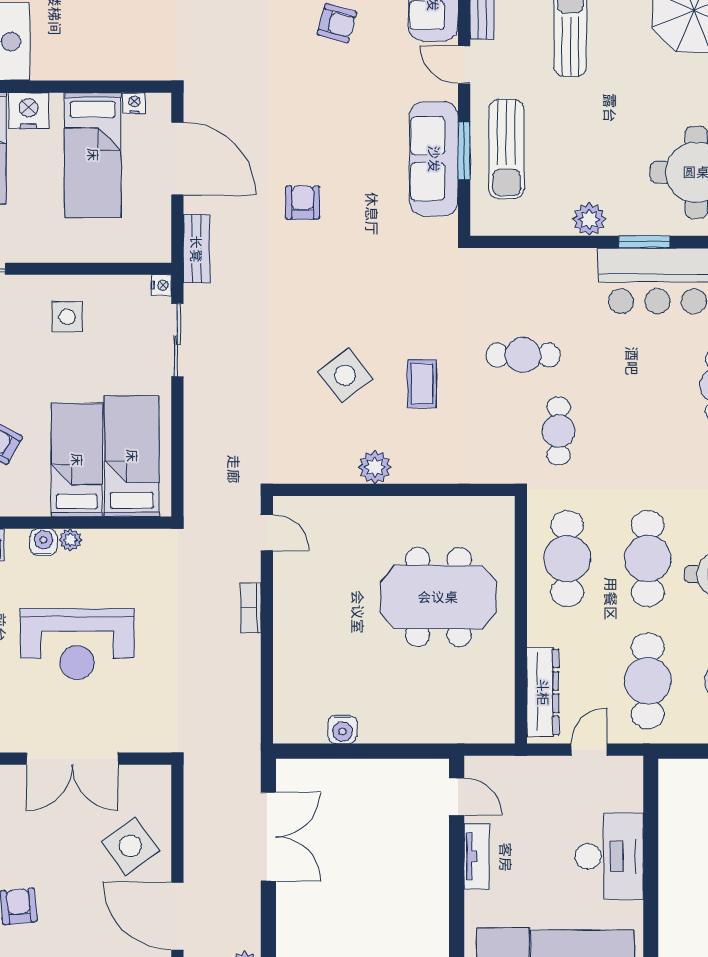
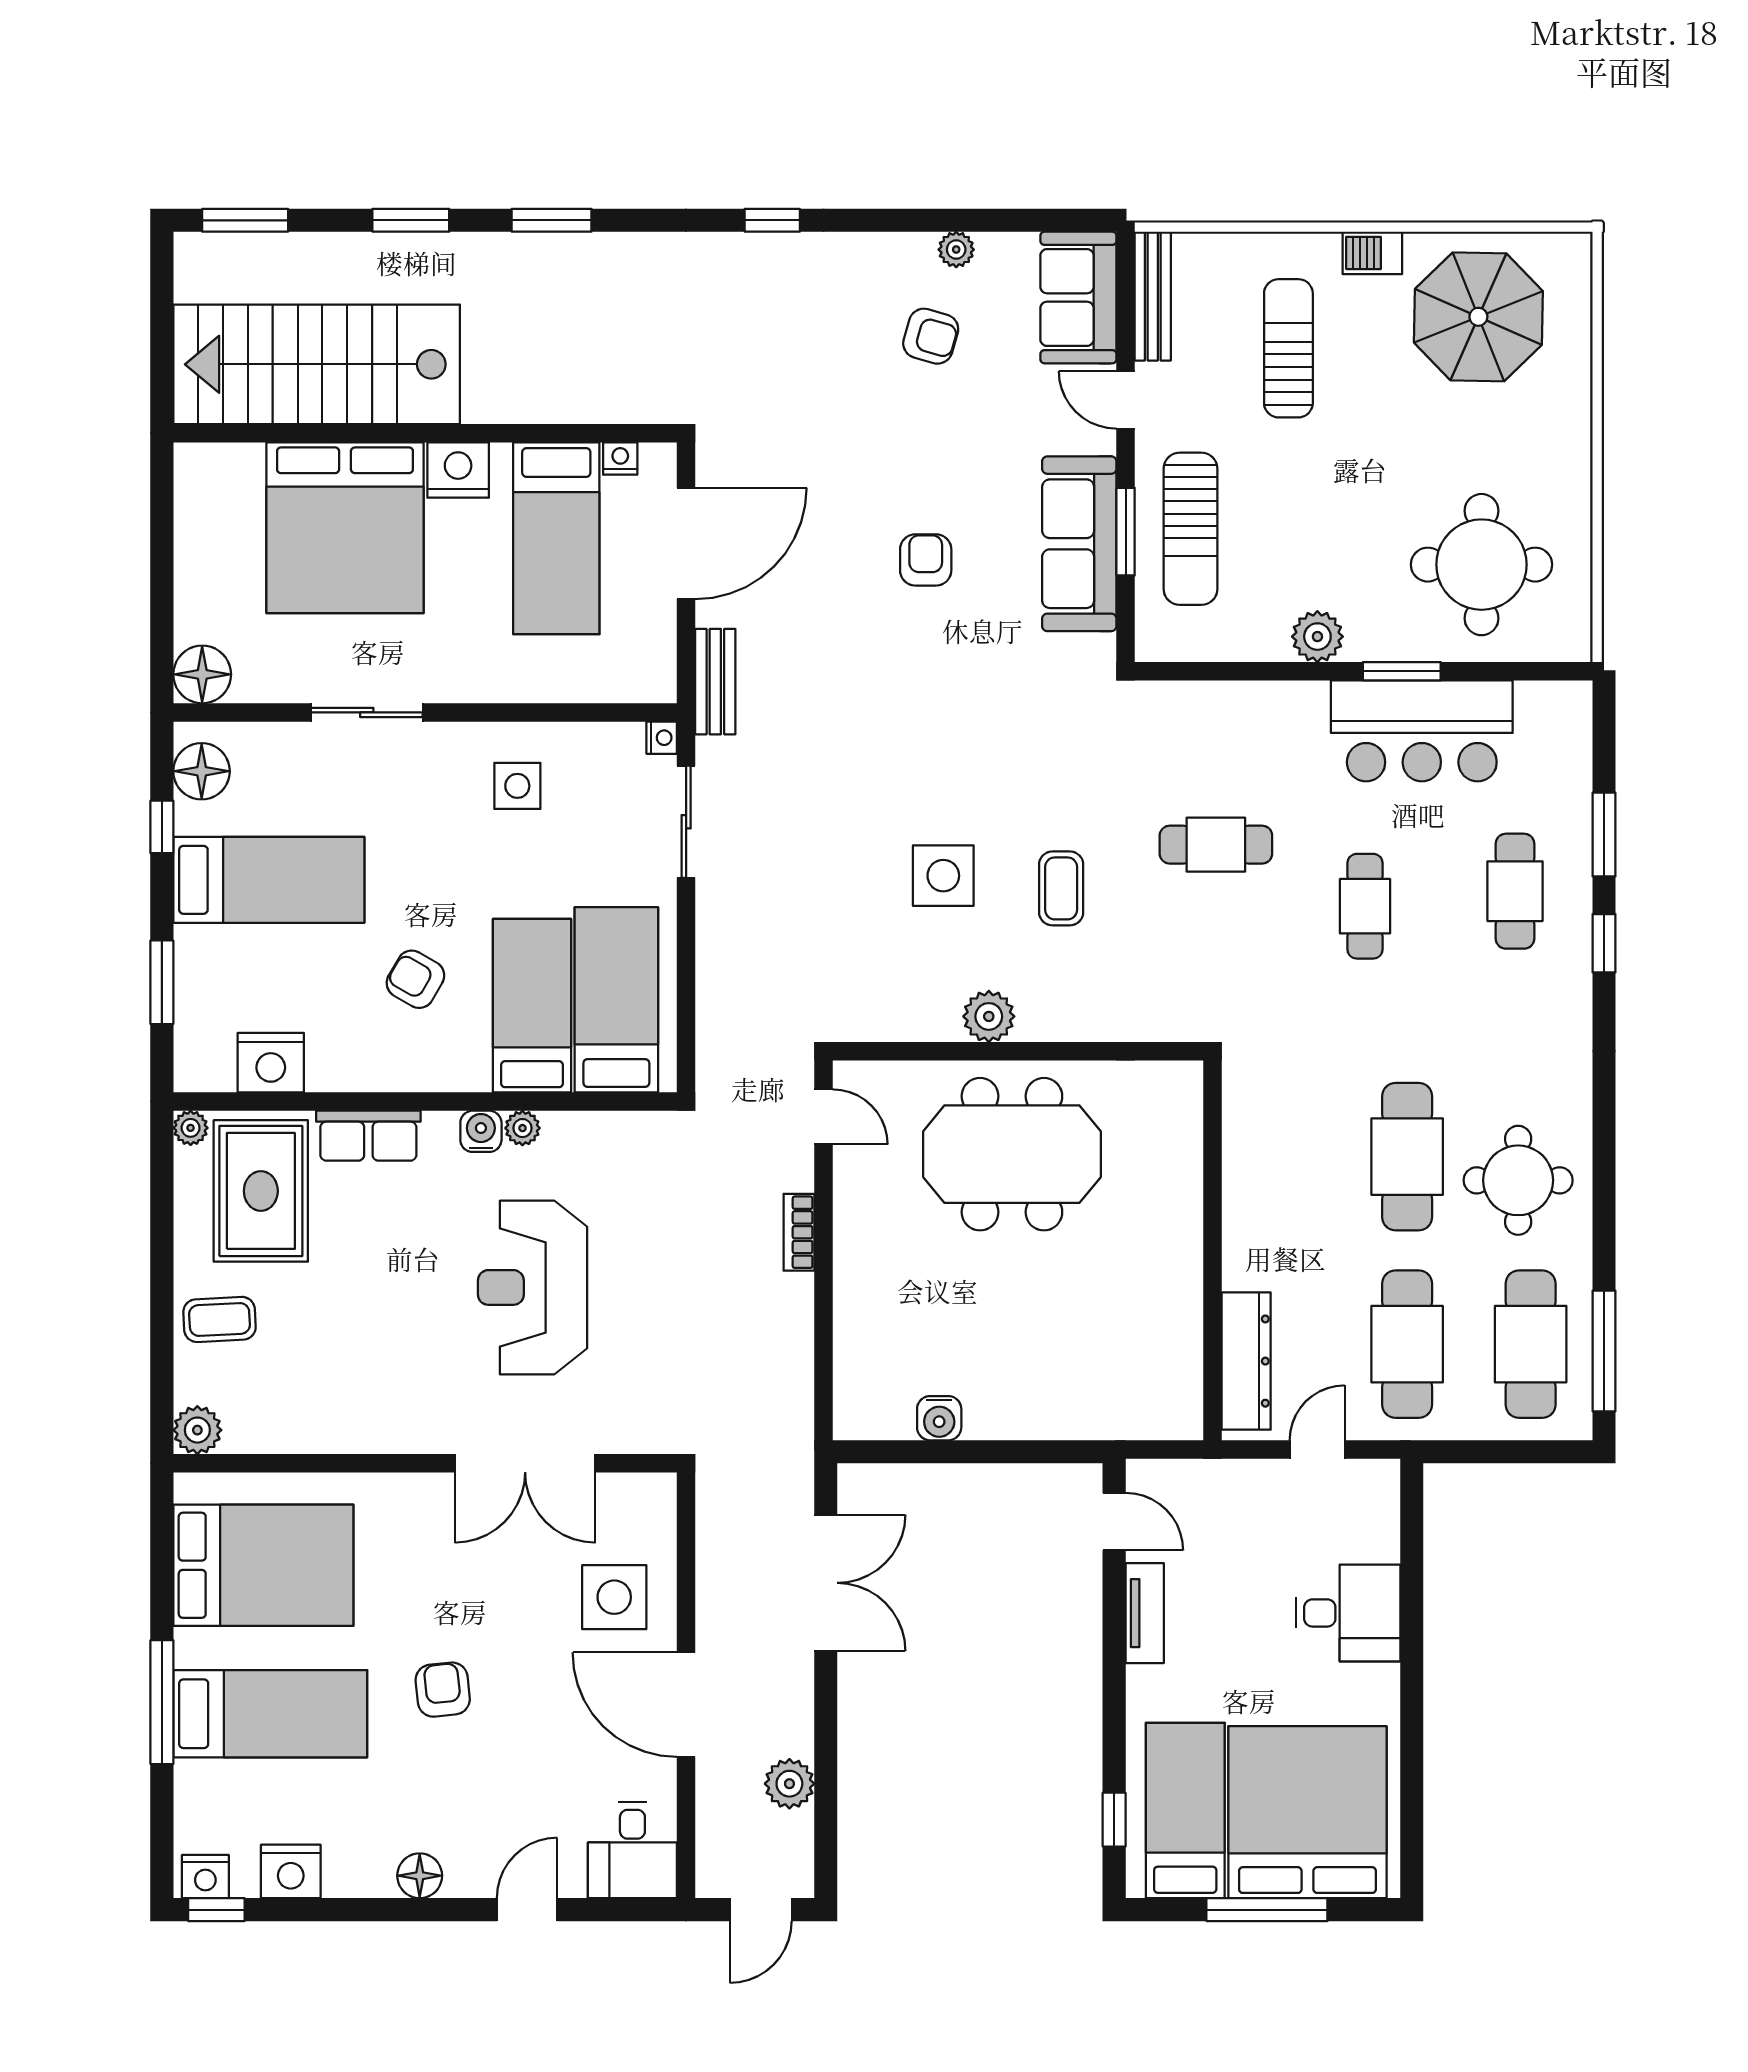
door: (177, 159) -> (686, 544), hinge flipped
armchair: (303, 202) -> (926, 560), moved
side table: (345, 375) -> (943, 876), turned 37
cafe table: (559, 431) -> (1365, 906), moved
cafe table: (567, 559) -> (1284, 1157), removed
meeting table: (438, 597) -> (1012, 1154), moved
reception desk: (77, 644) -> (533, 1287), turned 90
side table: (130, 846) -> (614, 1597), turned 36
desk: (609, 856) -> (1348, 1613), width x0.73

